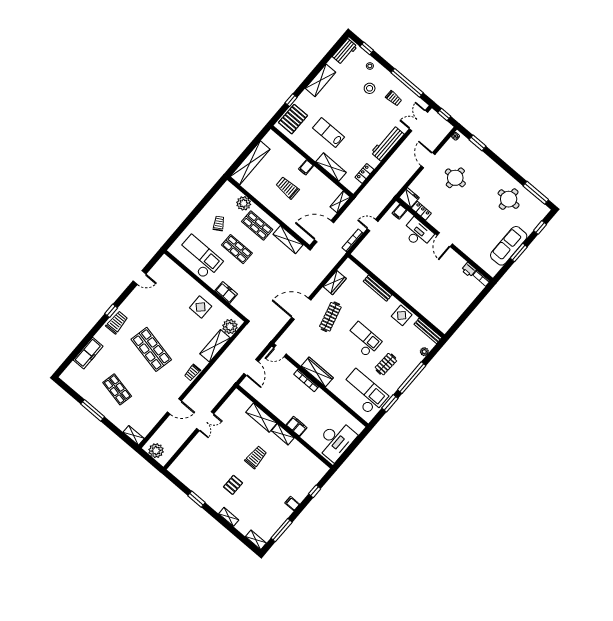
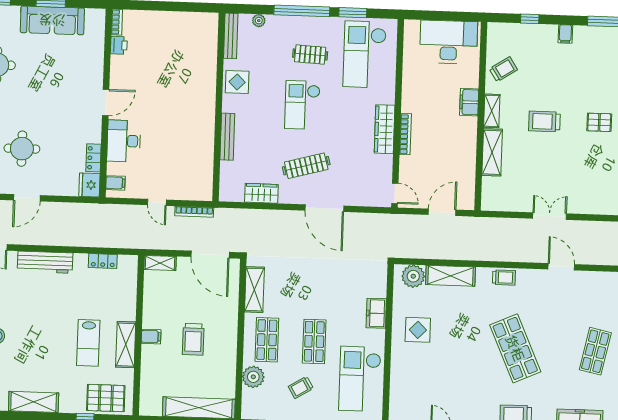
shelving: (331, 167) -> (126, 345), moved
shop shelf: (151, 349) -> (515, 348), turned -36
trolley: (299, 457) -> (503, 69), added

